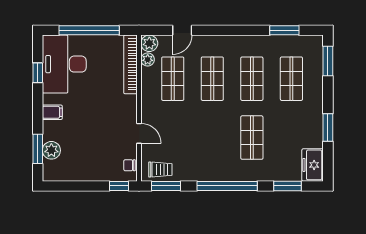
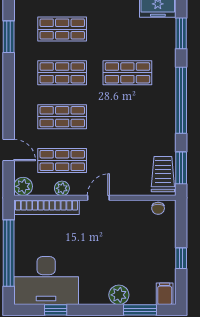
plant: (148, 60) -> (62, 188), moved
filing cabinet: (52, 112) -> (165, 294), moved
door: (139, 133) -> (98, 198), moved
plant: (51, 150) -> (119, 295), moved
trolley: (160, 170) -> (163, 174), width x1.36, depth x1.39
window: (119, 186) -> (181, 258), moved

